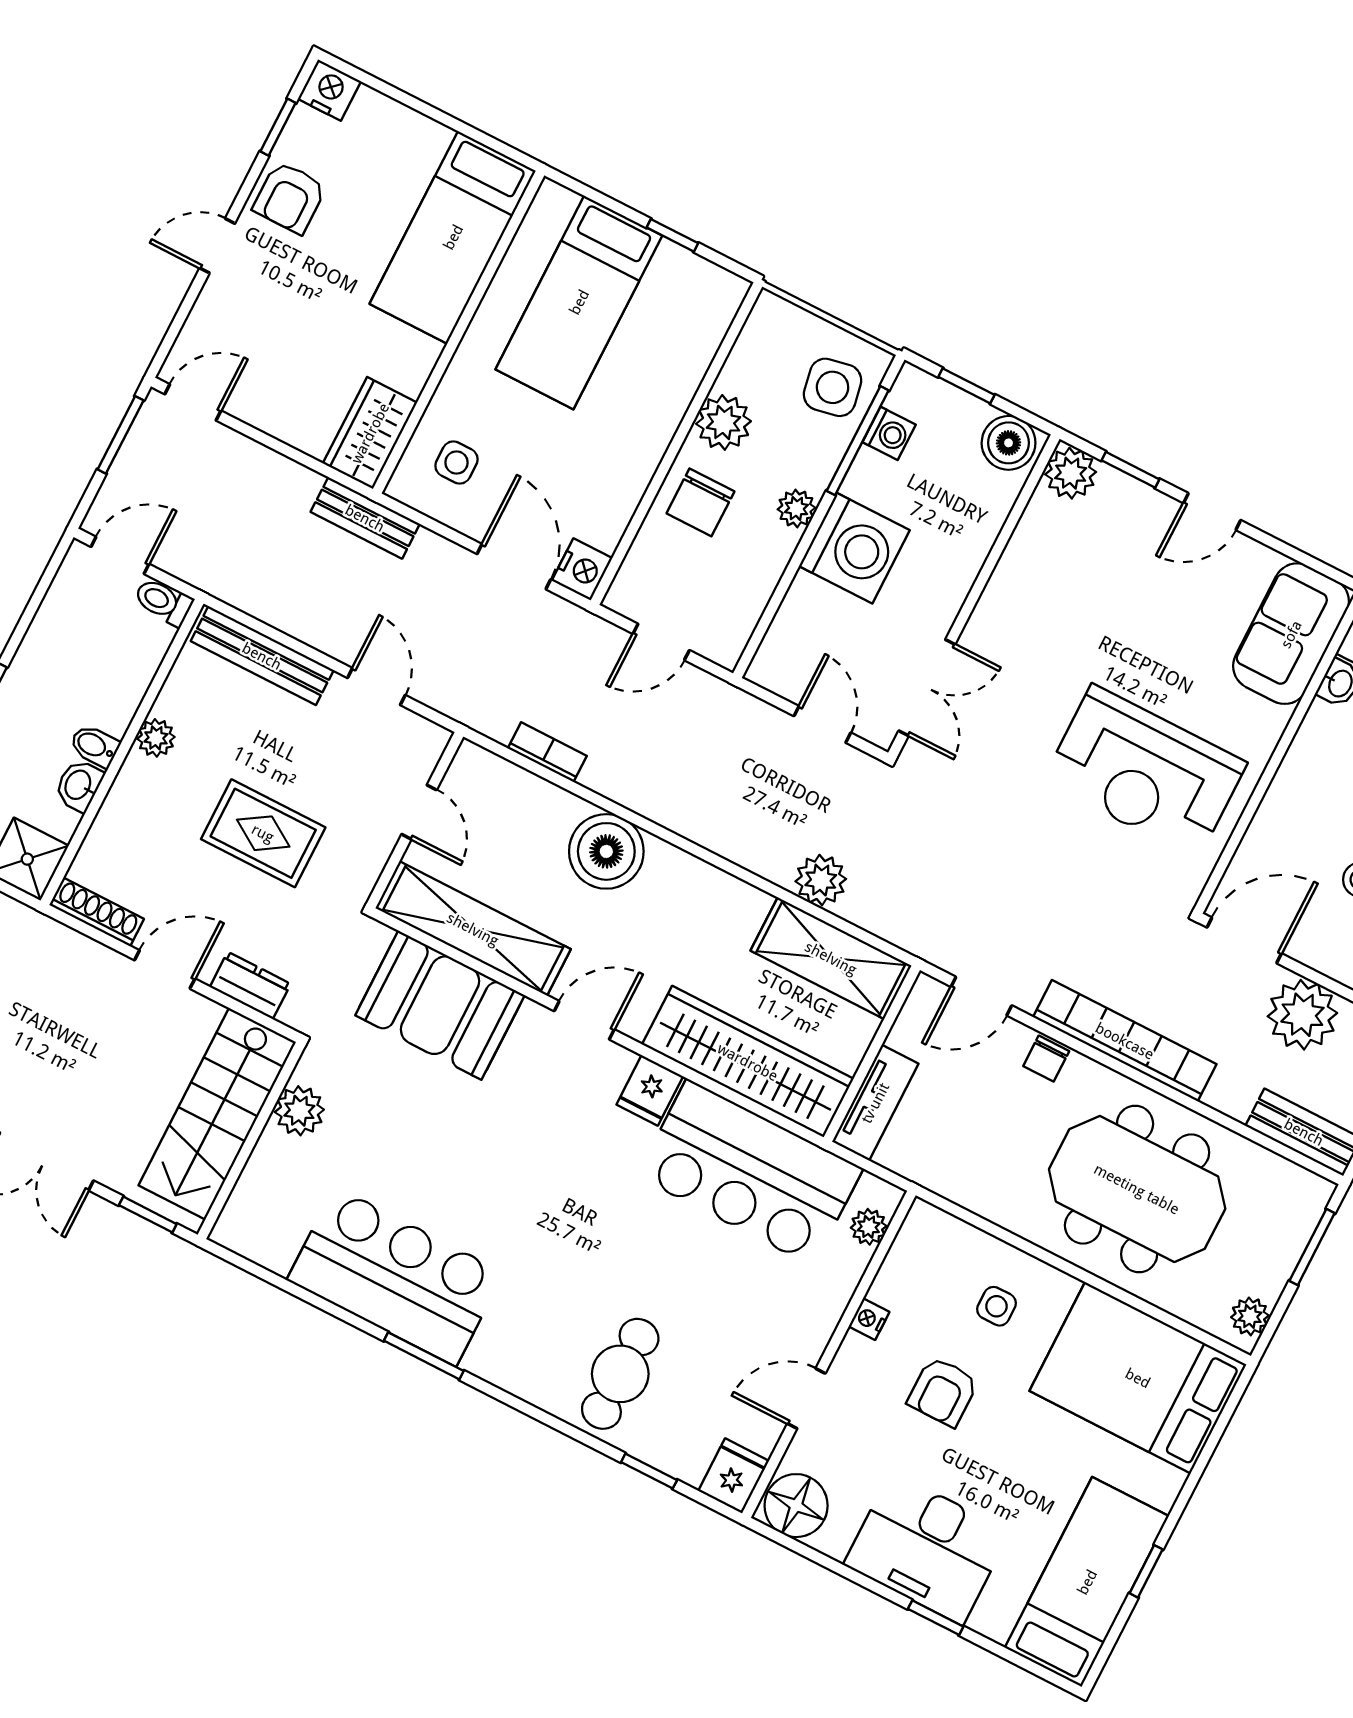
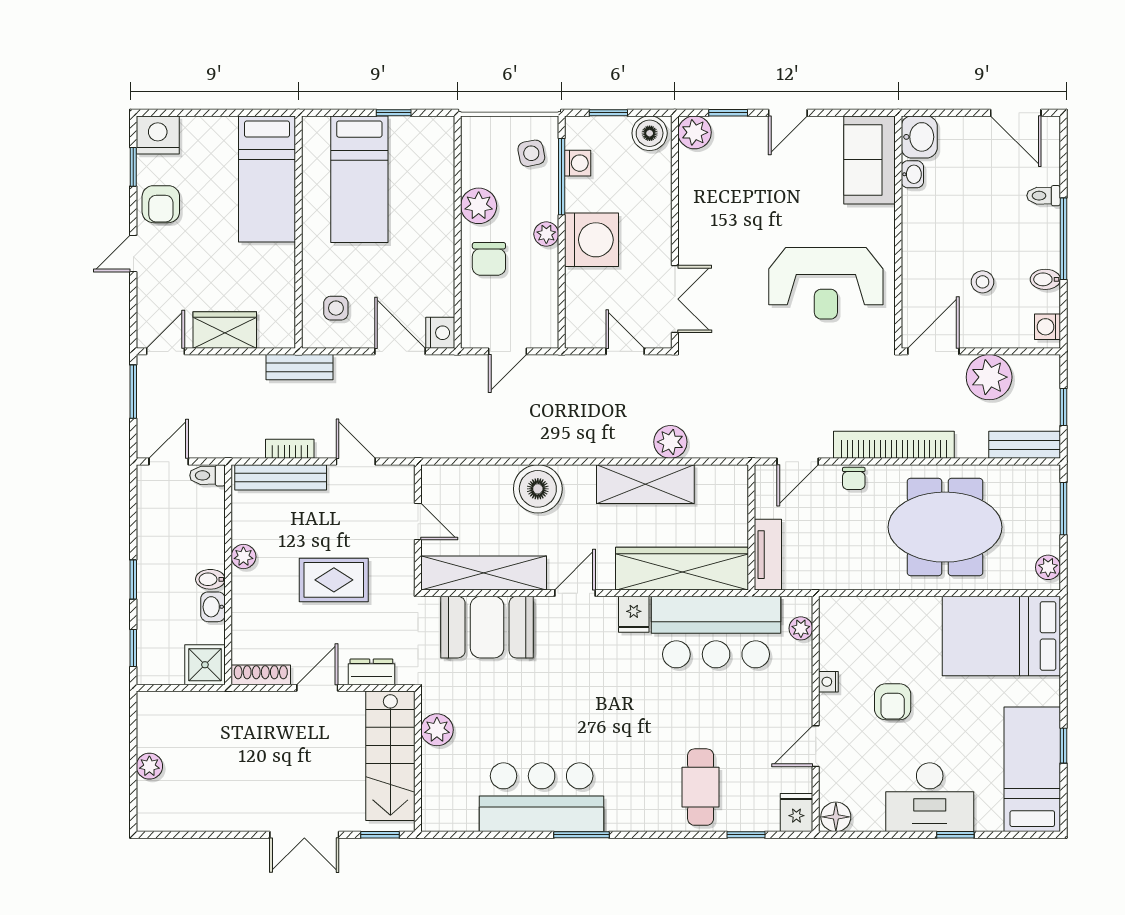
nightstand: (329, 90) -> (158, 135), width x1.36, depth x1.33
side table: (833, 387) -> (531, 153), width x0.73, depth x0.73
wardrobe: (370, 433) -> (225, 330), moved, turned 90
bookcase: (547, 752) -> (290, 449), moved
shelving: (831, 958) -> (645, 484), moved
side table: (997, 1306) -> (898, 636), removed
floor lamp: (796, 1506) -> (836, 817), width x0.73, depth x0.73

